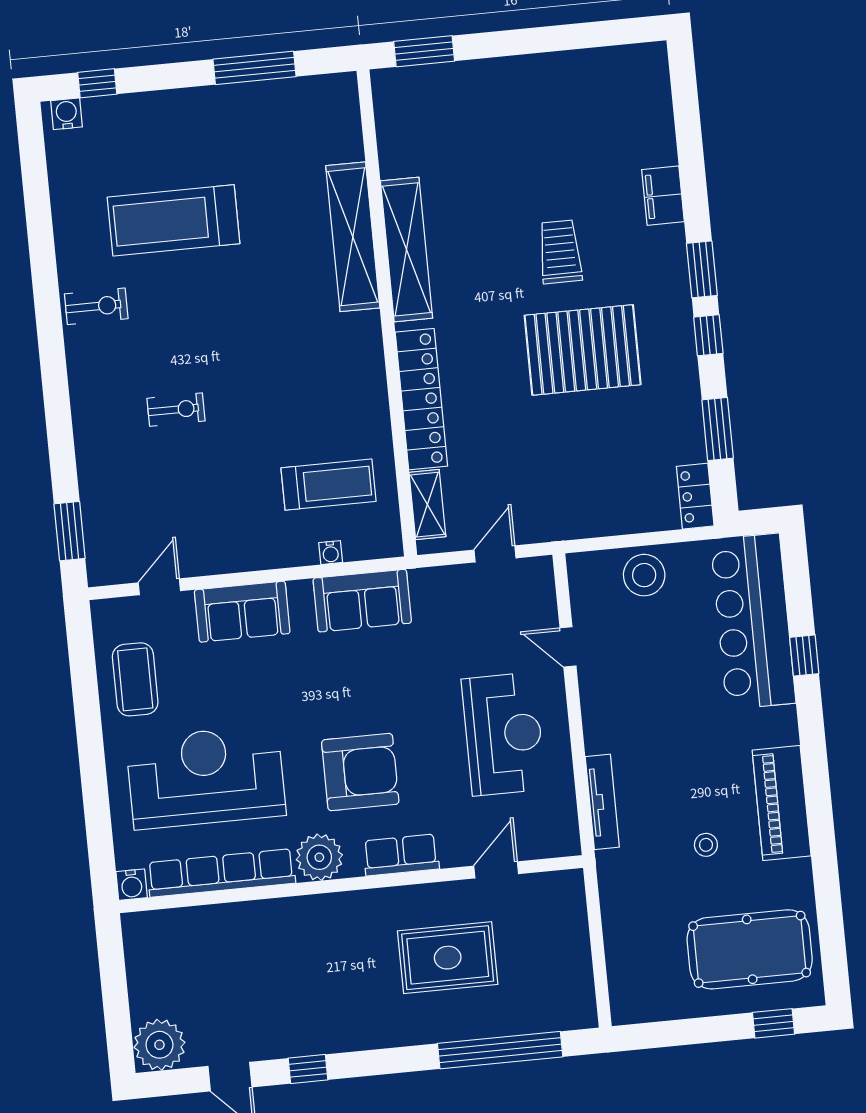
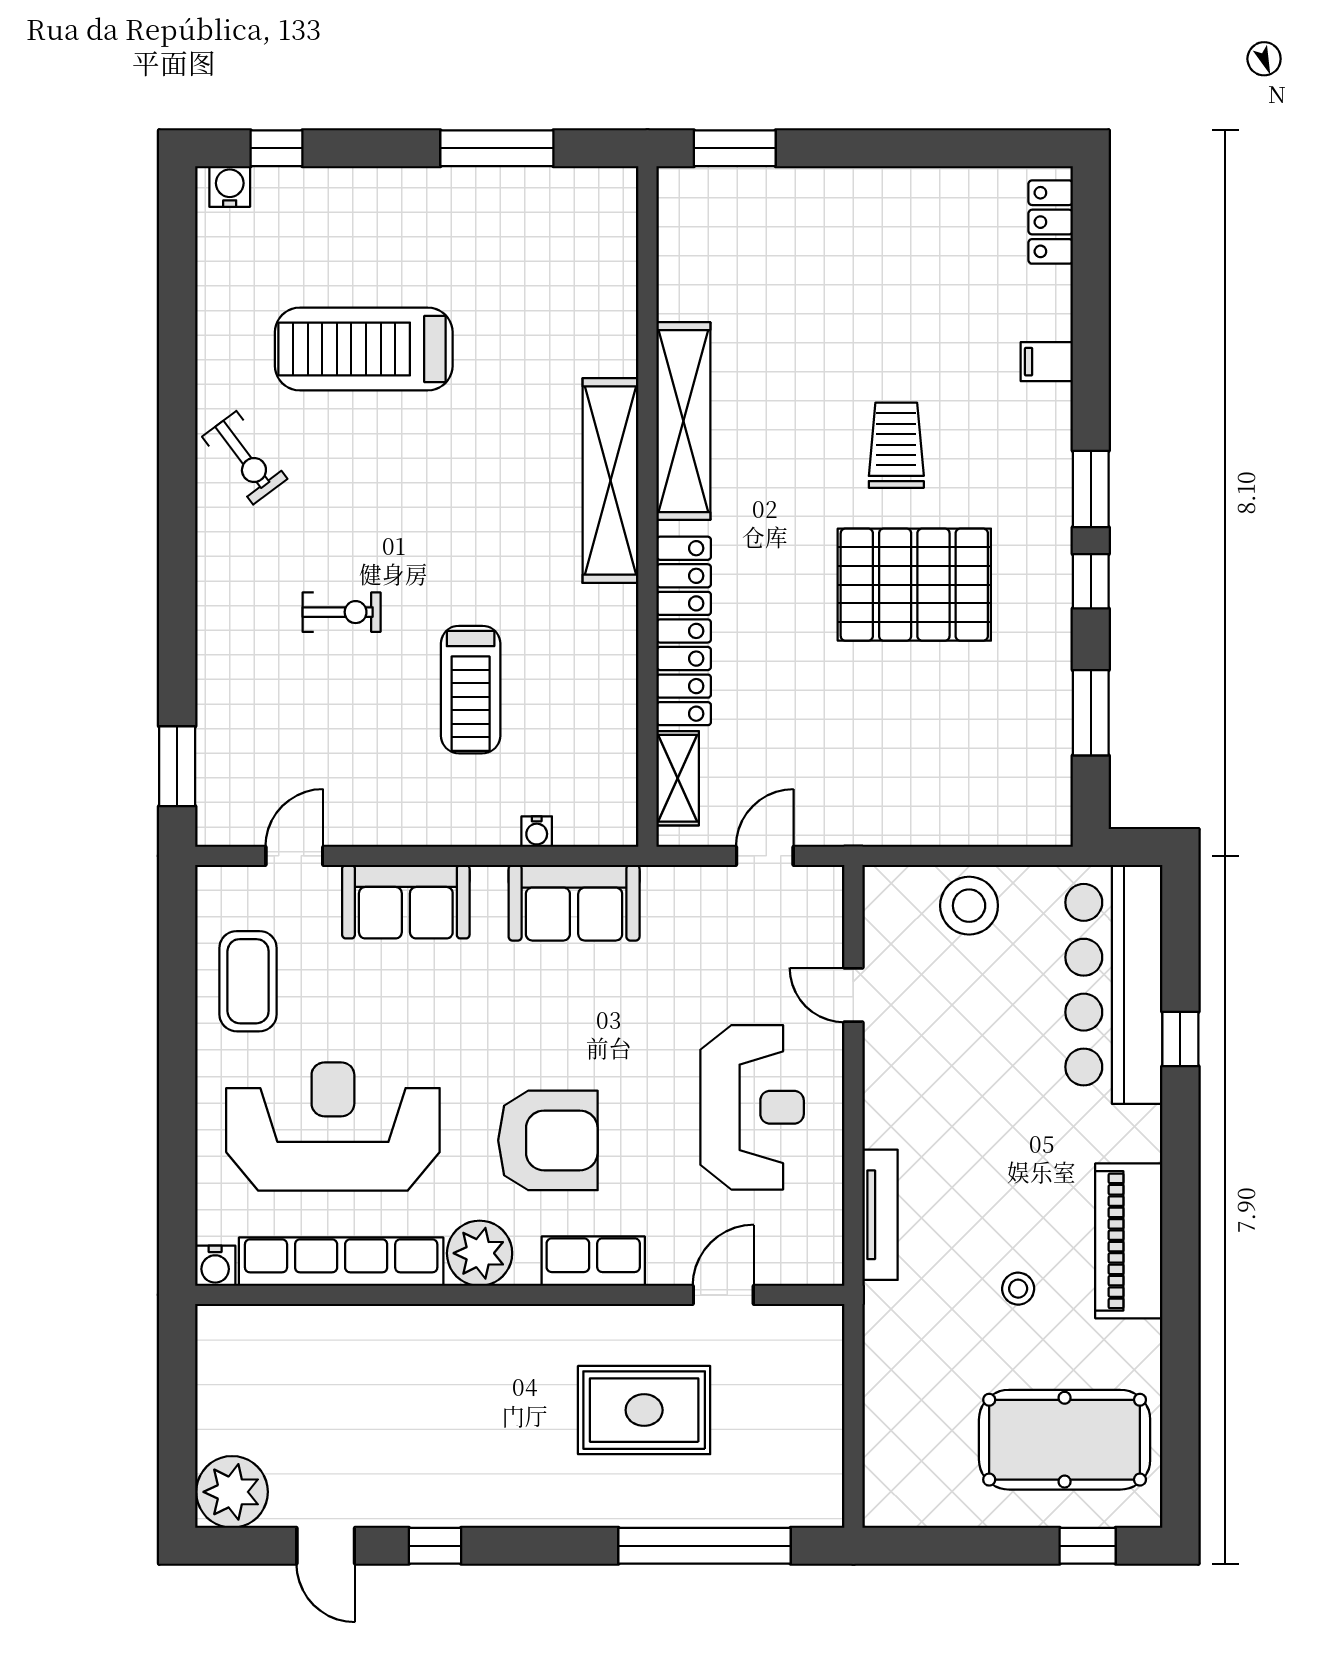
filing cabinet: (663, 196) -> (1047, 362), width x0.50
shelving: (353, 237) -> (611, 481), moved
exercise bike: (96, 306) -> (245, 458), turned 53
treadmill: (328, 485) -> (471, 690), moved, turned 90
locker: (695, 496) -> (1051, 222), moved

